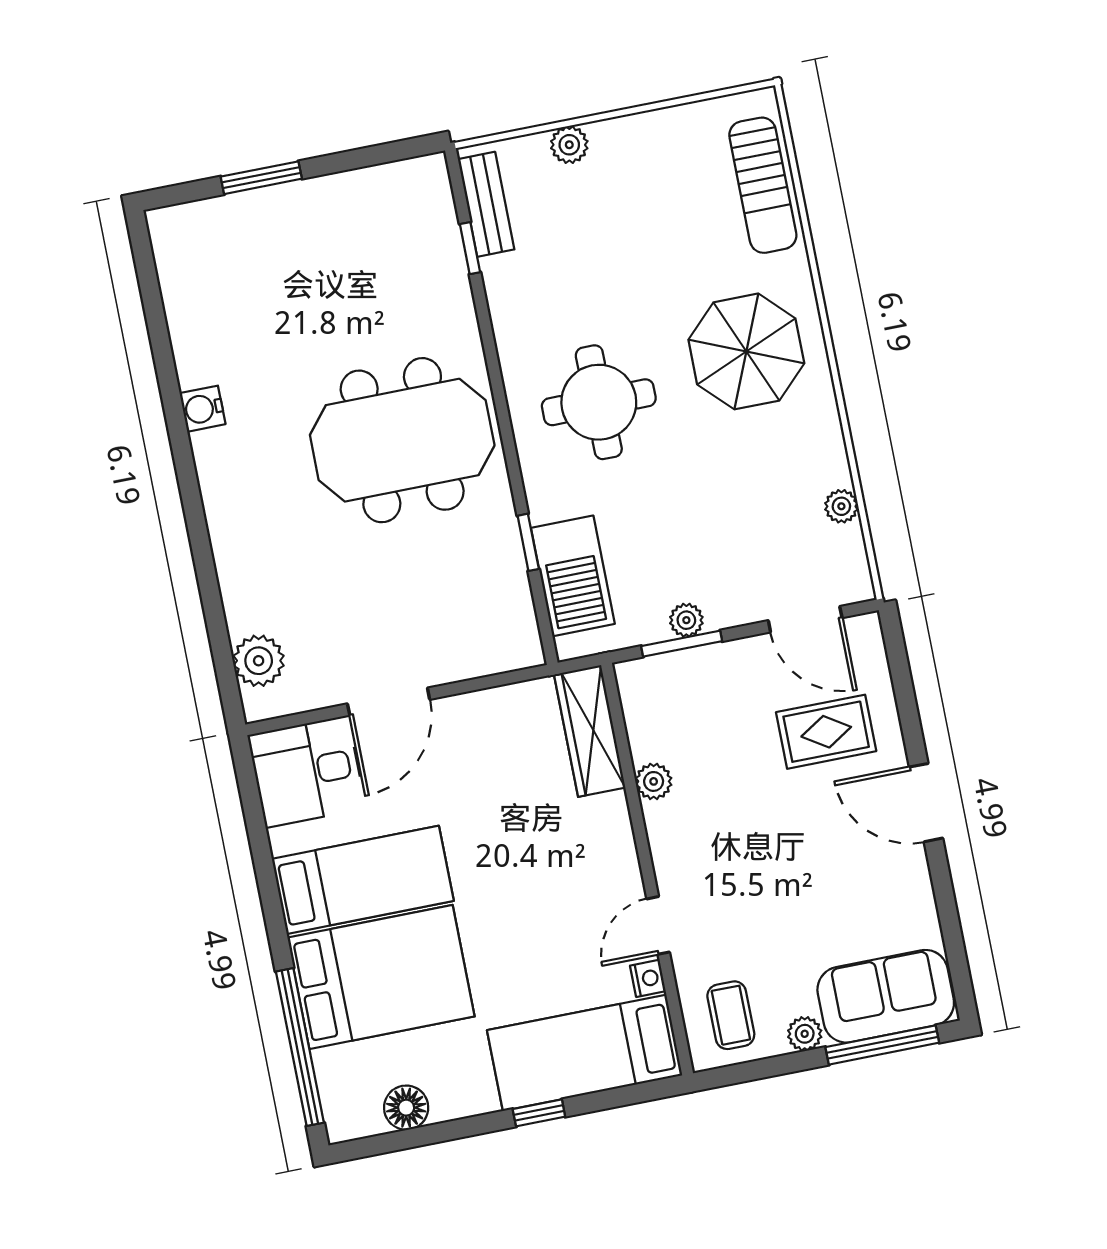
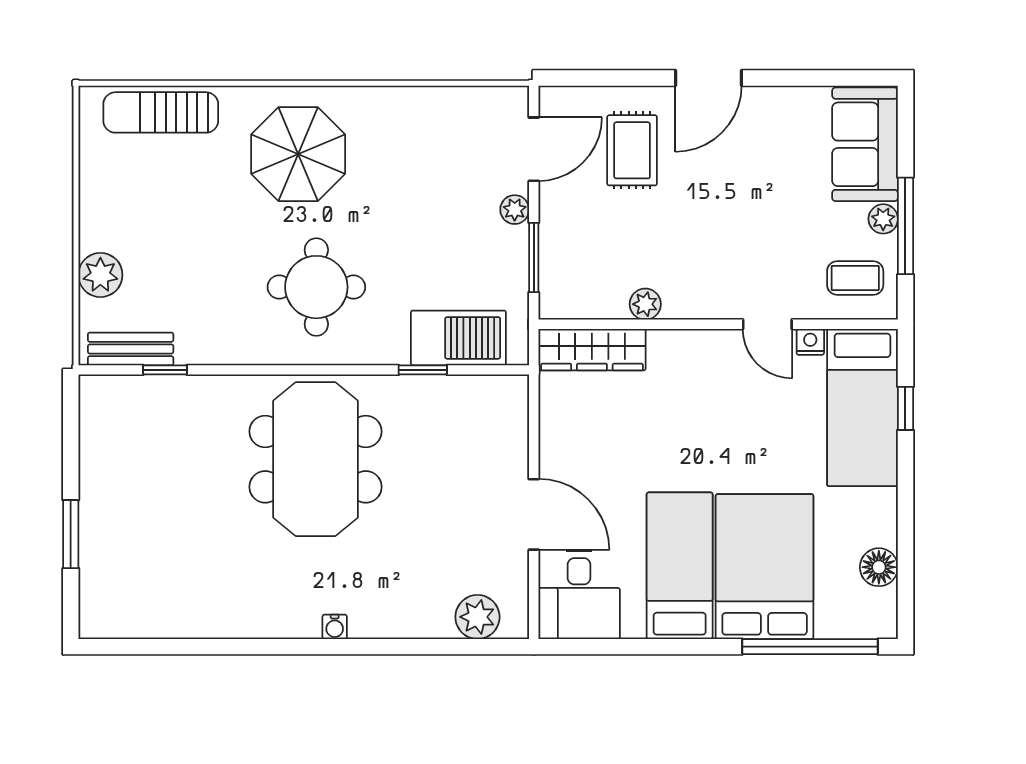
plant: (569, 145) -> (100, 275), width x1.38, depth x1.38
sun lounger: (763, 185) -> (161, 112), turned 180
water cooler: (203, 409) -> (335, 627), moved, width x0.72, depth x0.72
plant: (841, 506) -> (445, 100), removed
plant: (686, 620) -> (515, 210), moved
window: (882, 1045) -> (905, 226), moved
window: (539, 1113) -> (905, 408), moved

